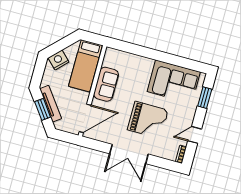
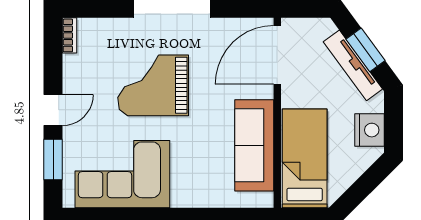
nightstand: (58, 60) -> (369, 130), moved, turned -45
sofa: (106, 84) -> (254, 145), width x1.36
door: (195, 135) -> (53, 110), moved

